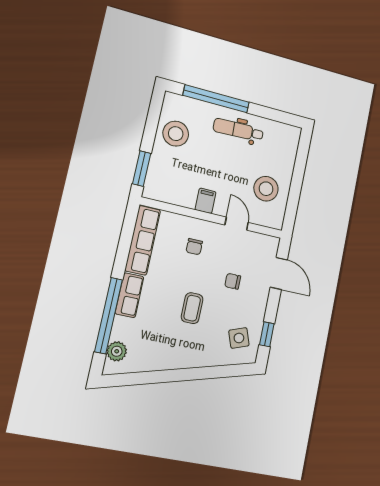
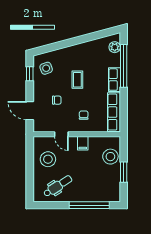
dental chair: (238, 130) -> (58, 186), moved, turned -31
stool: (176, 134) -> (110, 157), moved
window: (142, 169) -> (124, 172), moved

